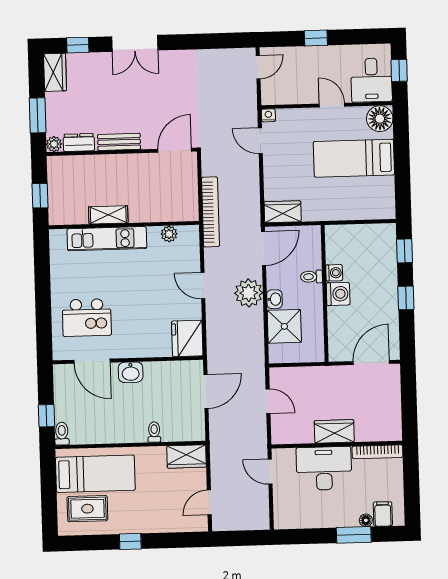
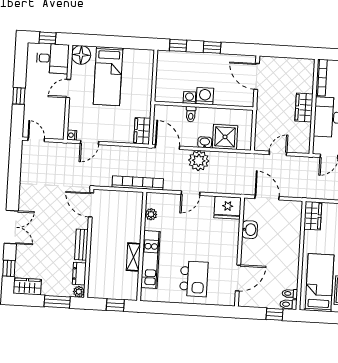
kitchen island: (87, 318) -> (194, 279), moved
washbasin: (131, 372) -> (250, 230), moved
toilet: (154, 432) -> (290, 294), moved

